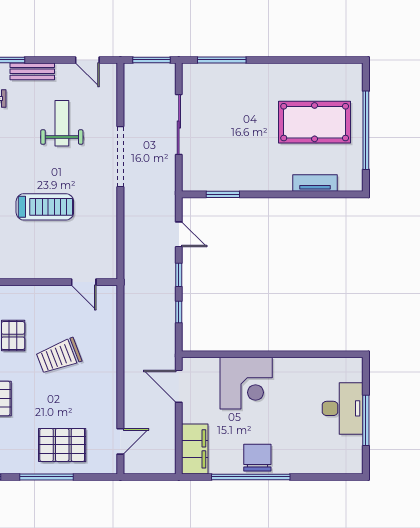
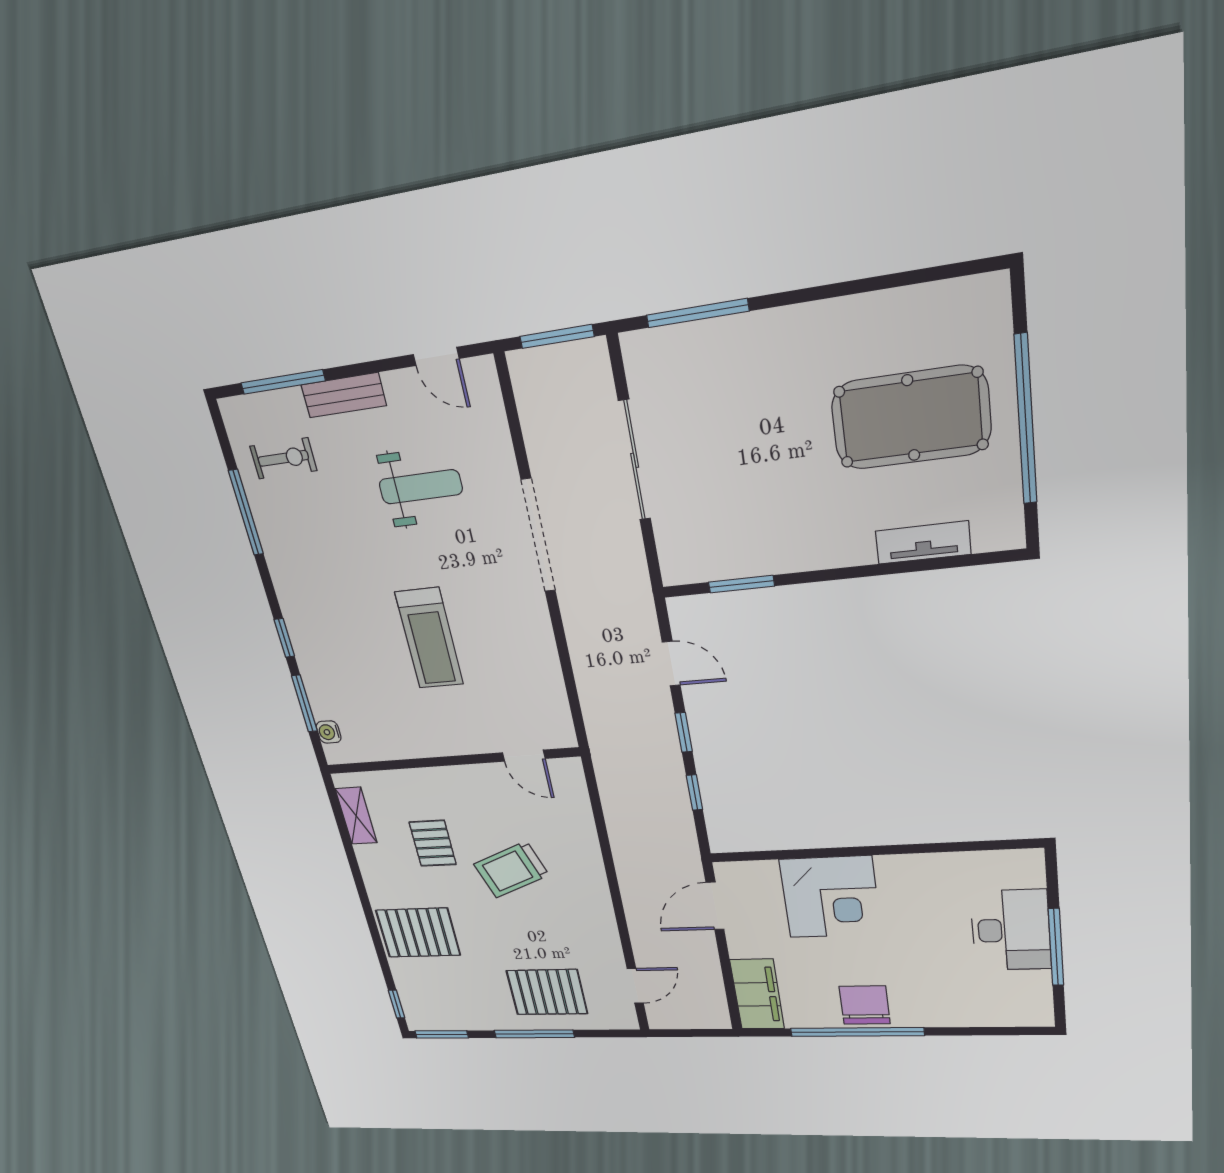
weight bench: (62, 123) -> (421, 487), turned 90
treadmill: (45, 207) -> (429, 638), turned 90
door: (179, 386) -> (715, 906), hinge flipped

